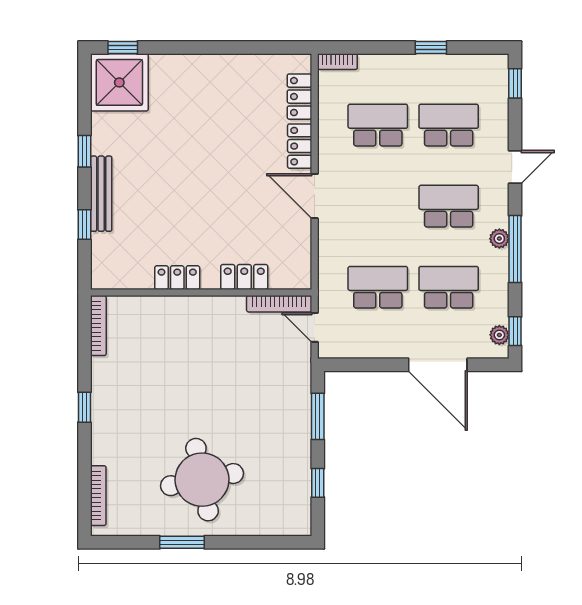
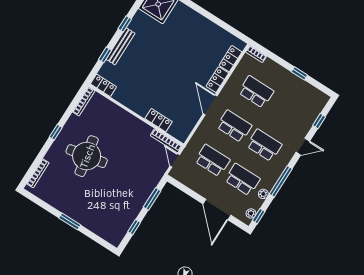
window: (515, 83) -> (319, 121), moved
school desk: (449, 125) -> (234, 126), moved
plant: (499, 239) -> (263, 194), moved
locker: (177, 278) -> (103, 85), moved
round table: (202, 480) -> (87, 156), moved
window: (182, 542) -> (70, 221), moved

